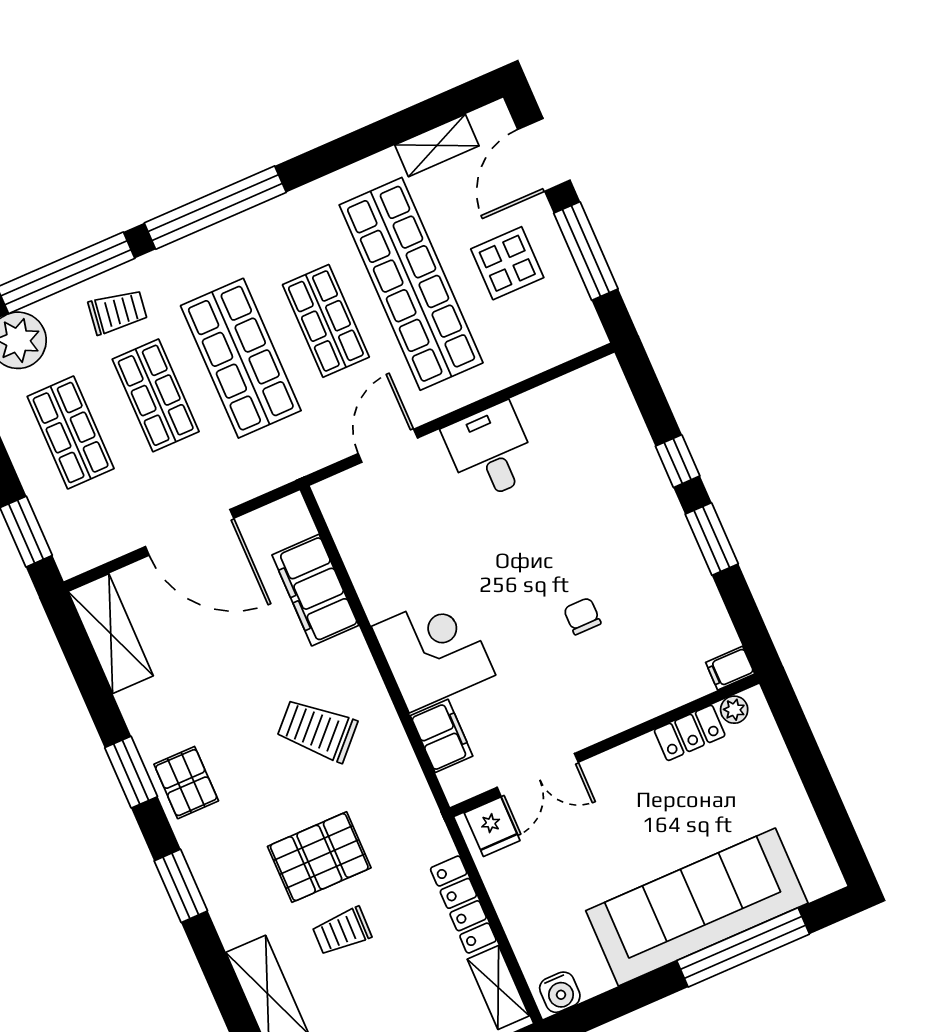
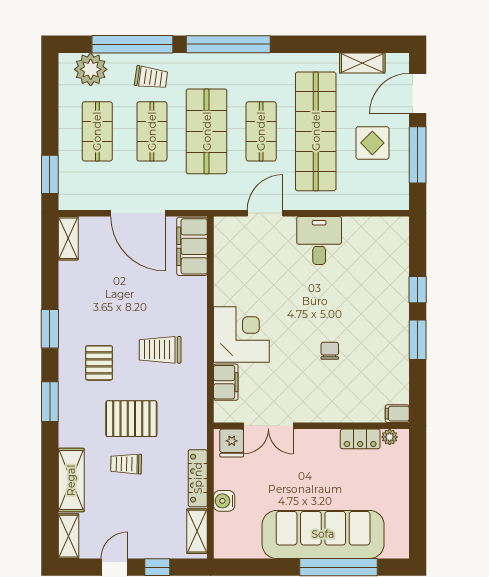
filing cabinet: (315, 590) -> (192, 246), moved
shelving: (111, 634) -> (68, 238), width x0.67, depth x0.75
trolley: (317, 730) -> (160, 350), turned -44
pallet: (186, 783) -> (99, 363), moved
water cooler: (560, 992) -> (224, 501), moved, turned 90

